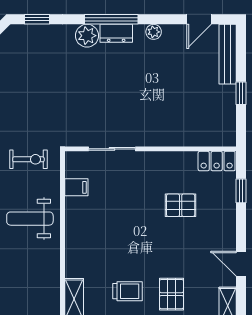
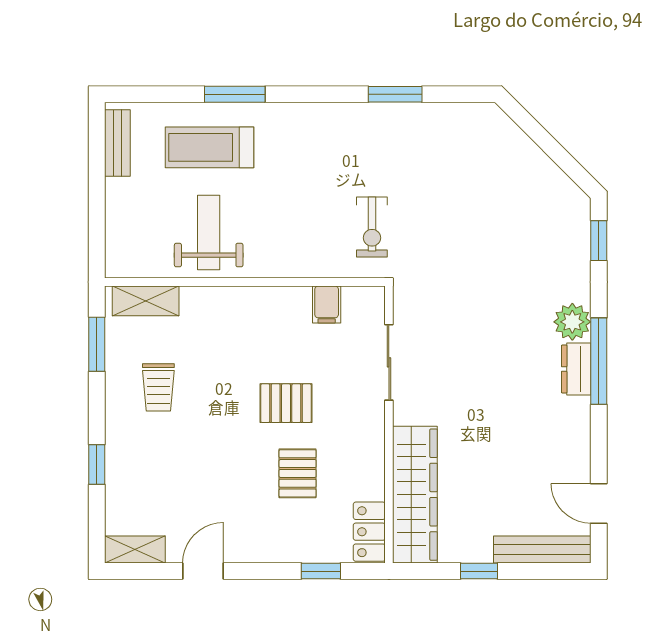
plant: (154, 32) -> (578, 430), removed
wardrobe: (194, 133) -> (415, 495), added
weight bench: (30, 219) -> (209, 233), moved
pallet: (172, 294) -> (286, 403), moved

